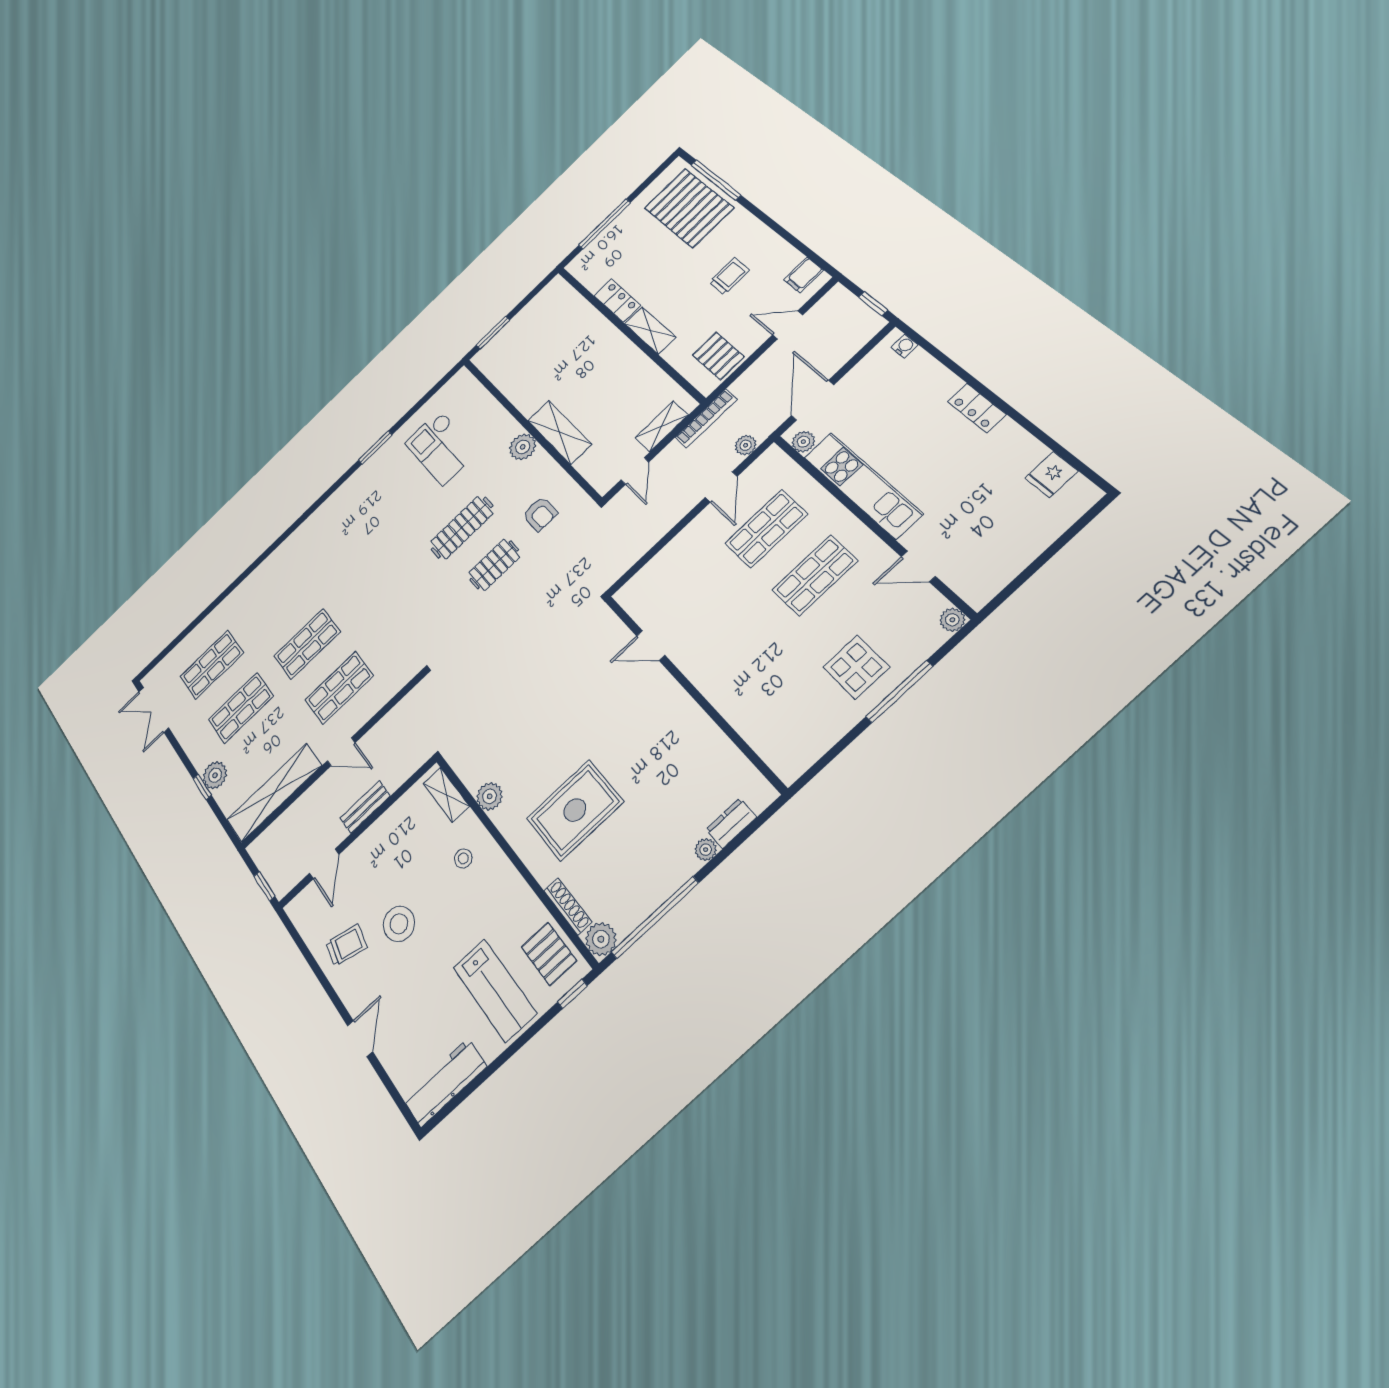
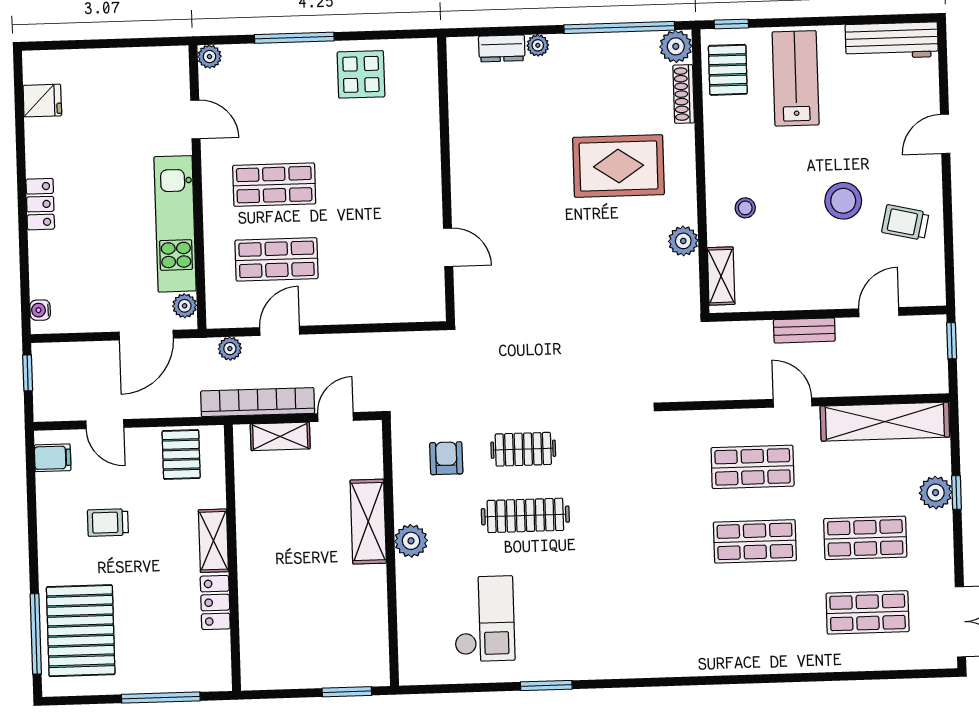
bookcase: (706, 418) -> (258, 402), width x1.48, depth x1.31
display table: (856, 667) -> (361, 74), moved

